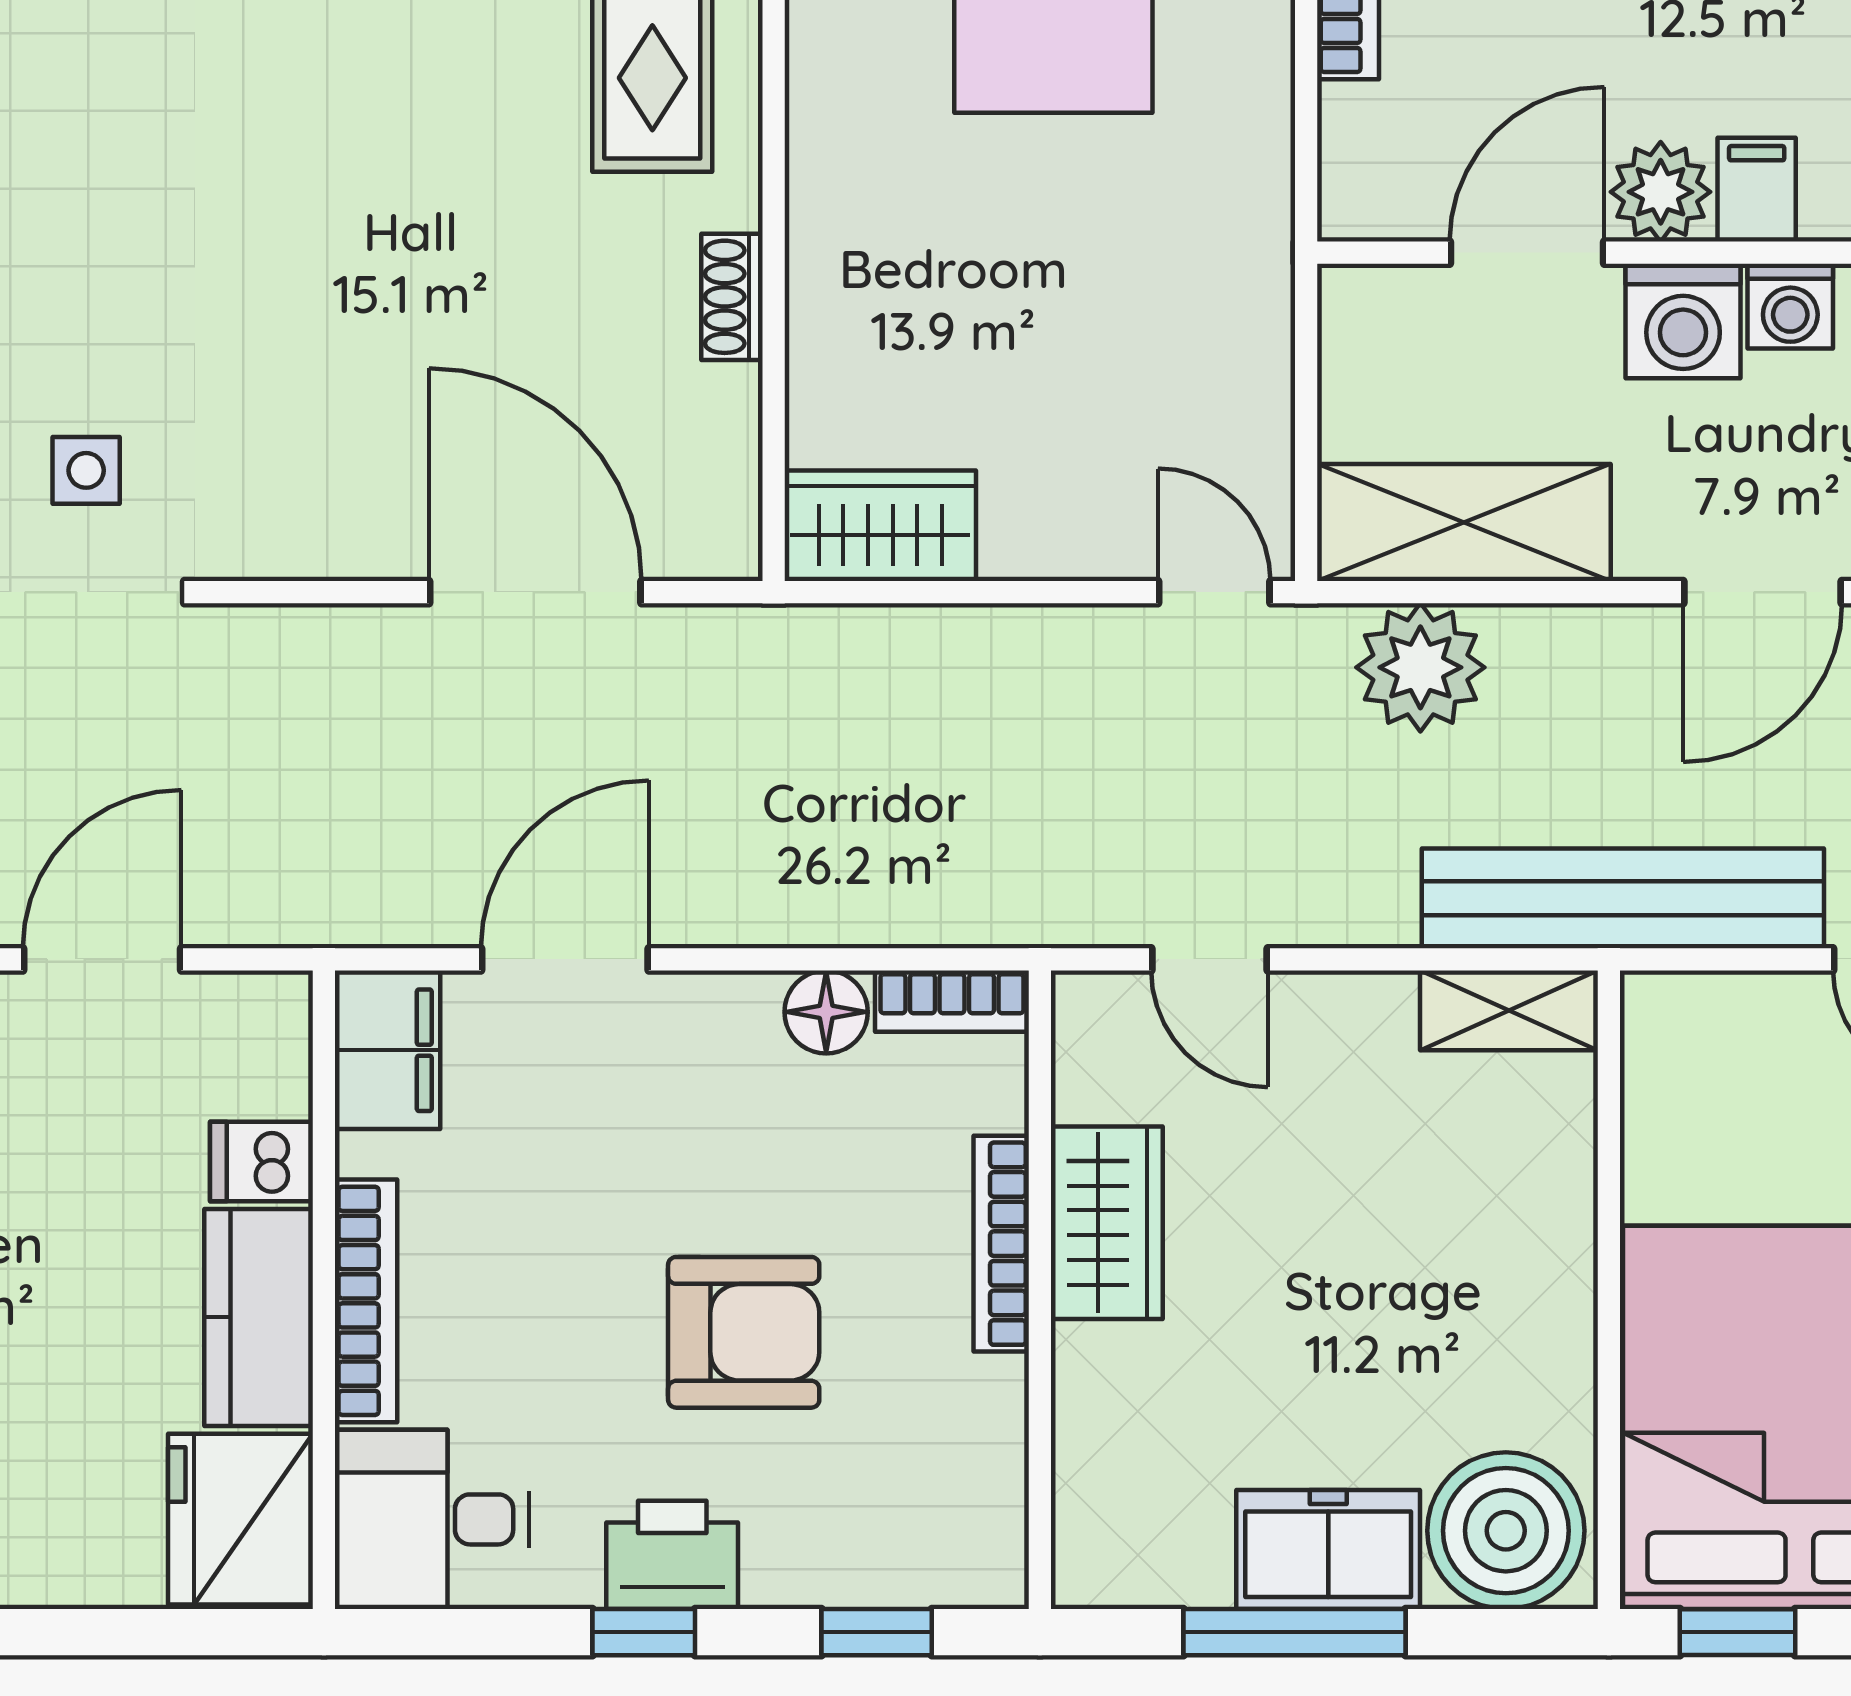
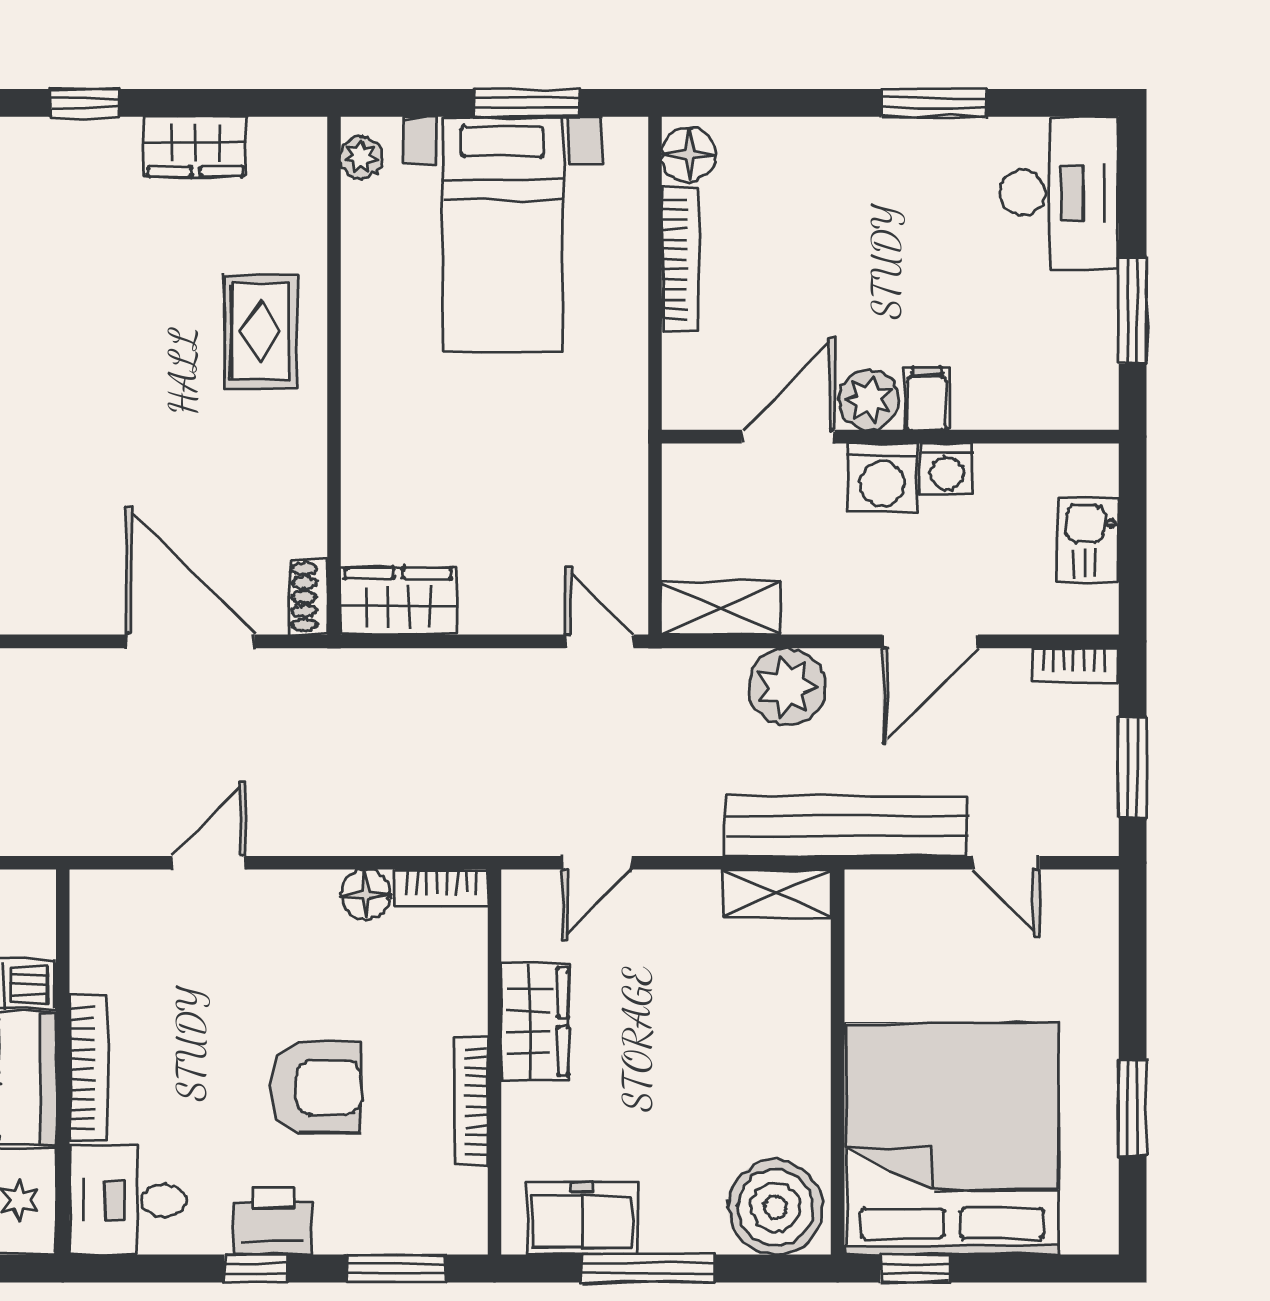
shoe rack: (732, 297) -> (309, 597), moved
shelving: (1464, 522) -> (721, 608), width x0.67, depth x0.75
plant: (1420, 667) -> (787, 687), moved
door: (565, 959) -> (208, 863), width x0.73
door: (1209, 959) -> (597, 863), hinge flipped
filing cabinet: (388, 1050) -> (101, 918), removed
bookcase: (1001, 1244) -> (471, 1101), moved
freezer: (1328, 1549) -> (582, 1219), moved
window: (877, 1632) -> (396, 1268), width x1.50

